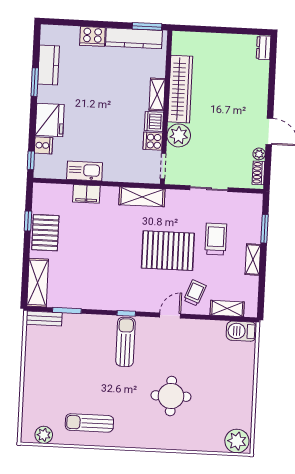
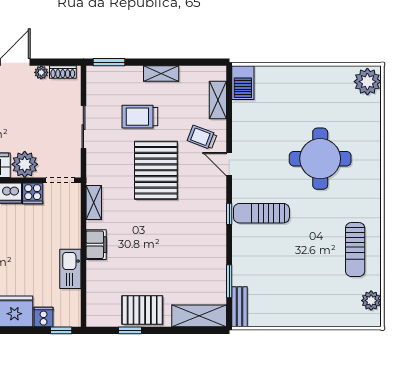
filing cabinet: (86, 194) -> (96, 245), moved
shelving: (142, 197) -> (94, 203), width x0.67, depth x0.75
window: (265, 229) -> (109, 62), moved
round table: (171, 396) -> (320, 159), width x1.36, depth x1.36

